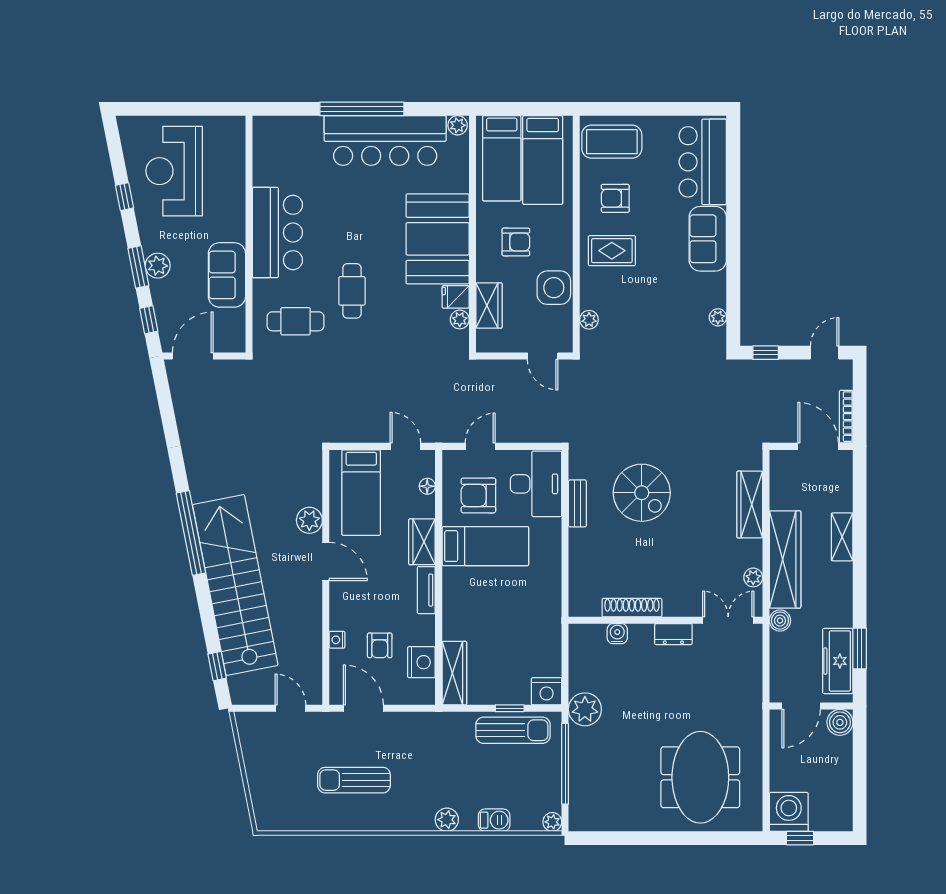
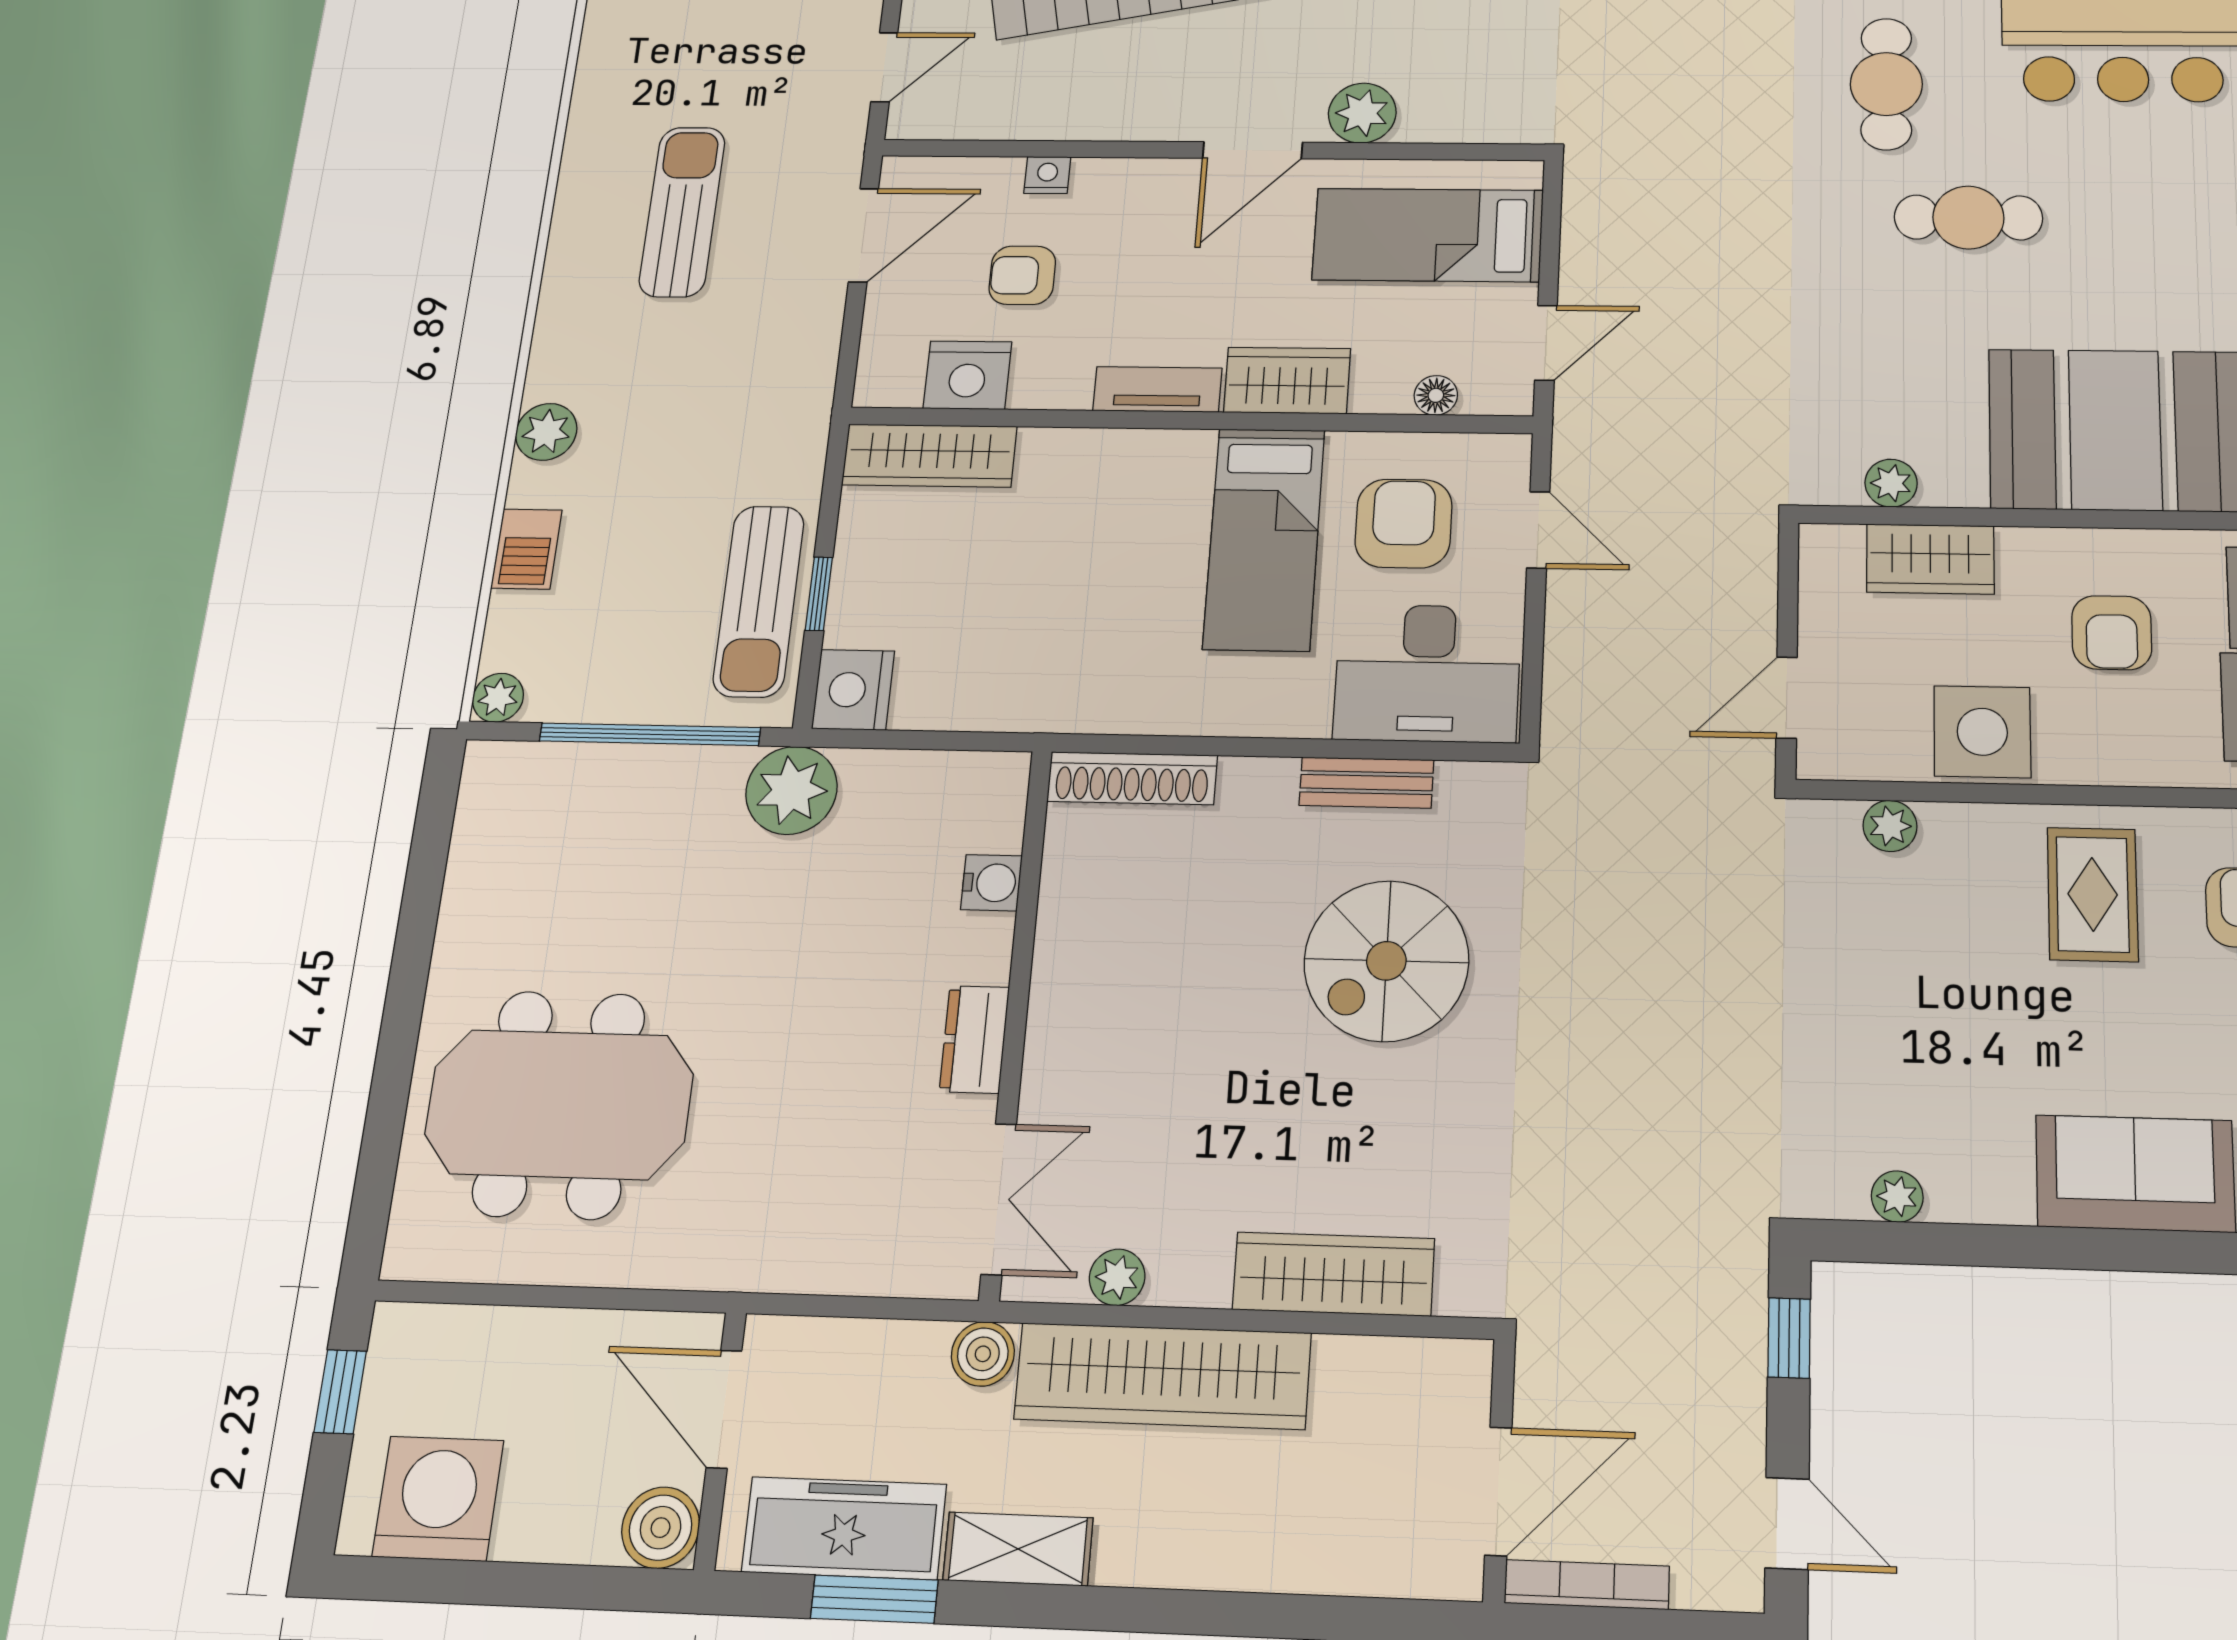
fridge: (456, 297) -> (1954, 474), removed
shelving: (842, 537) -> (1018, 1549), moved
shoe rack: (632, 608) -> (1132, 778), moved, turned 90
washing machine: (789, 812) -> (438, 1499), moved, turned -90

